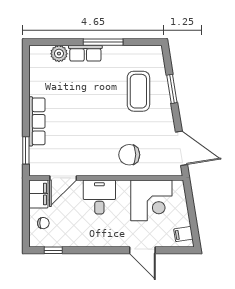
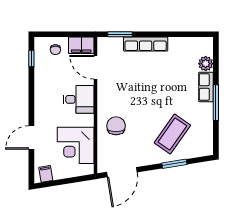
coffee table: (138, 91) -> (172, 134), turned -55

